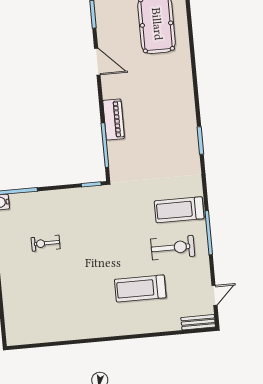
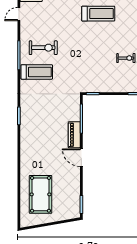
door: (97, 62) -> (81, 158), moved
exercise bike: (173, 248) -> (43, 48), turned 180
treadmill: (140, 288) -> (98, 14), moved

